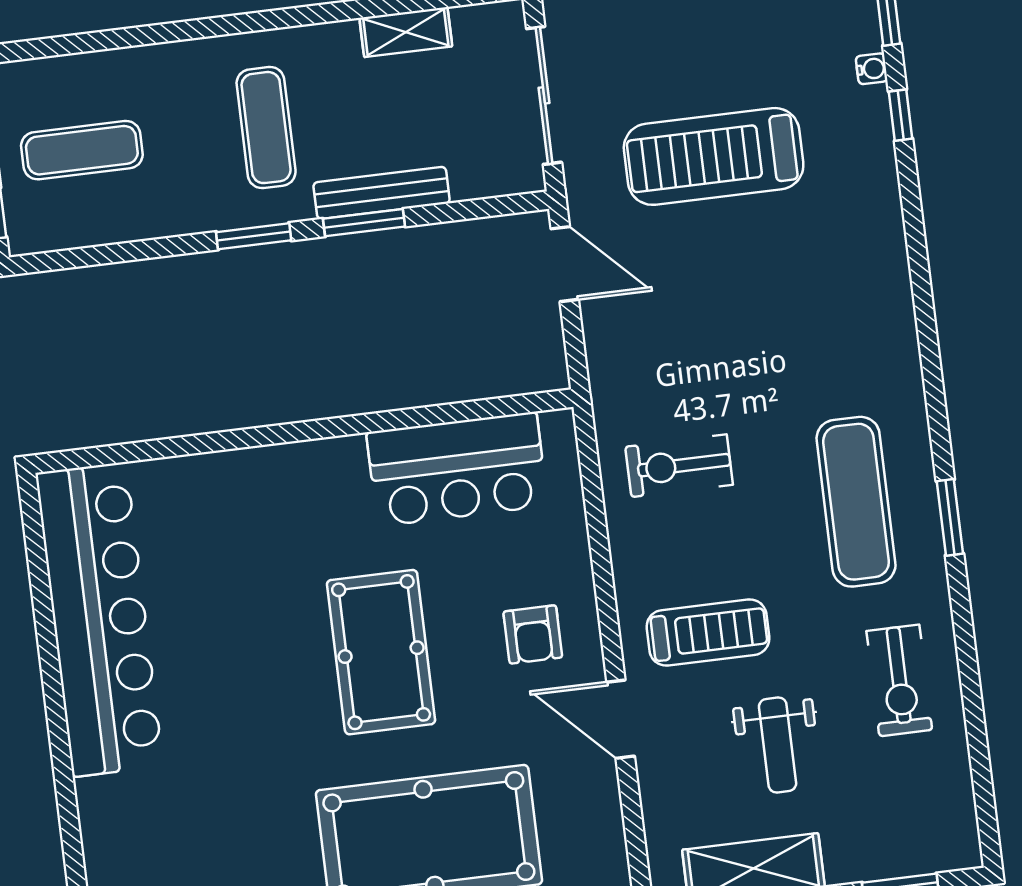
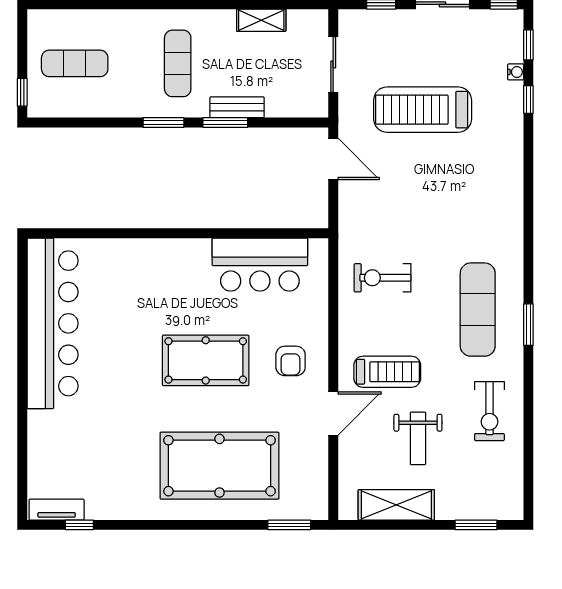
sliding door: (544, 95) -> (333, 64), width x0.73
bench: (382, 193) -> (237, 107), width x0.73
pool table: (381, 652) -> (206, 360), turned 90
door: (621, 719) -> (333, 414), swing flipped

